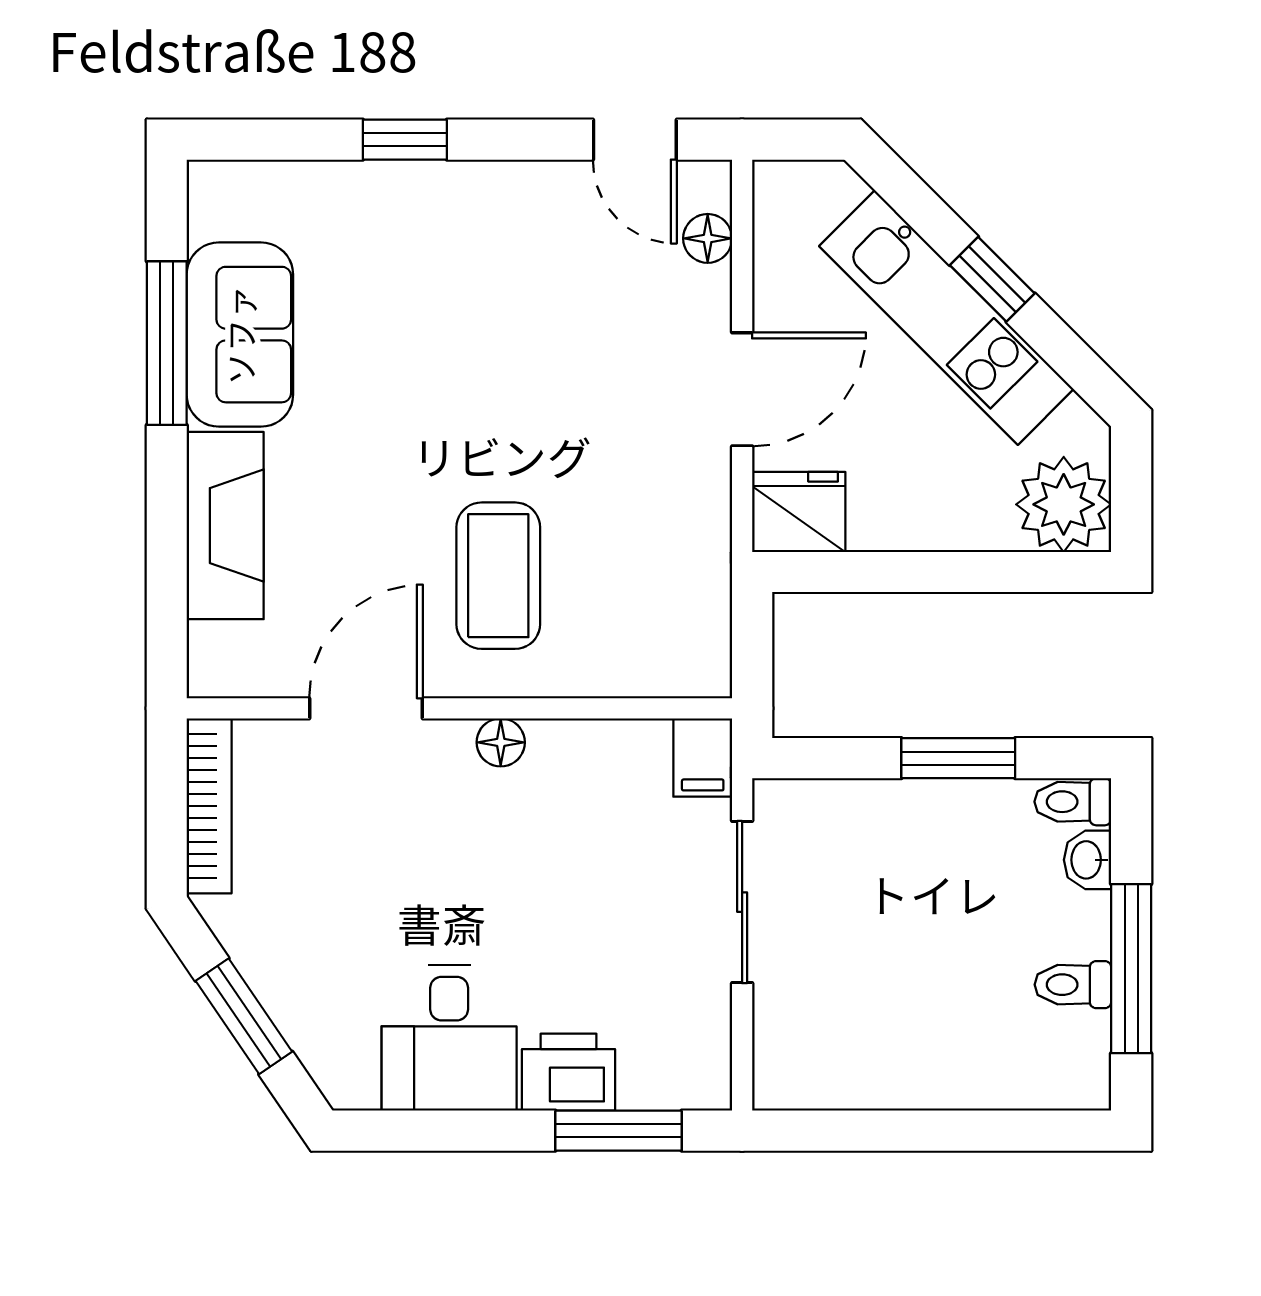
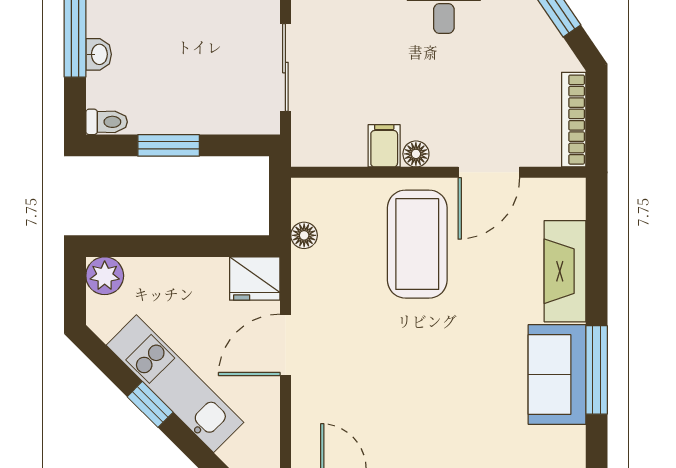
floor lamp: (708, 238) -> (304, 235), moved
plant: (1064, 504) -> (105, 276), width x0.73, depth x0.73
coffee table: (498, 576) -> (417, 244), width x1.36, depth x1.32
filing cabinet: (703, 758) -> (384, 146), moved
washbasin: (1088, 860) -> (99, 54), moved
toilet: (1073, 985) -> (107, 23), removed

